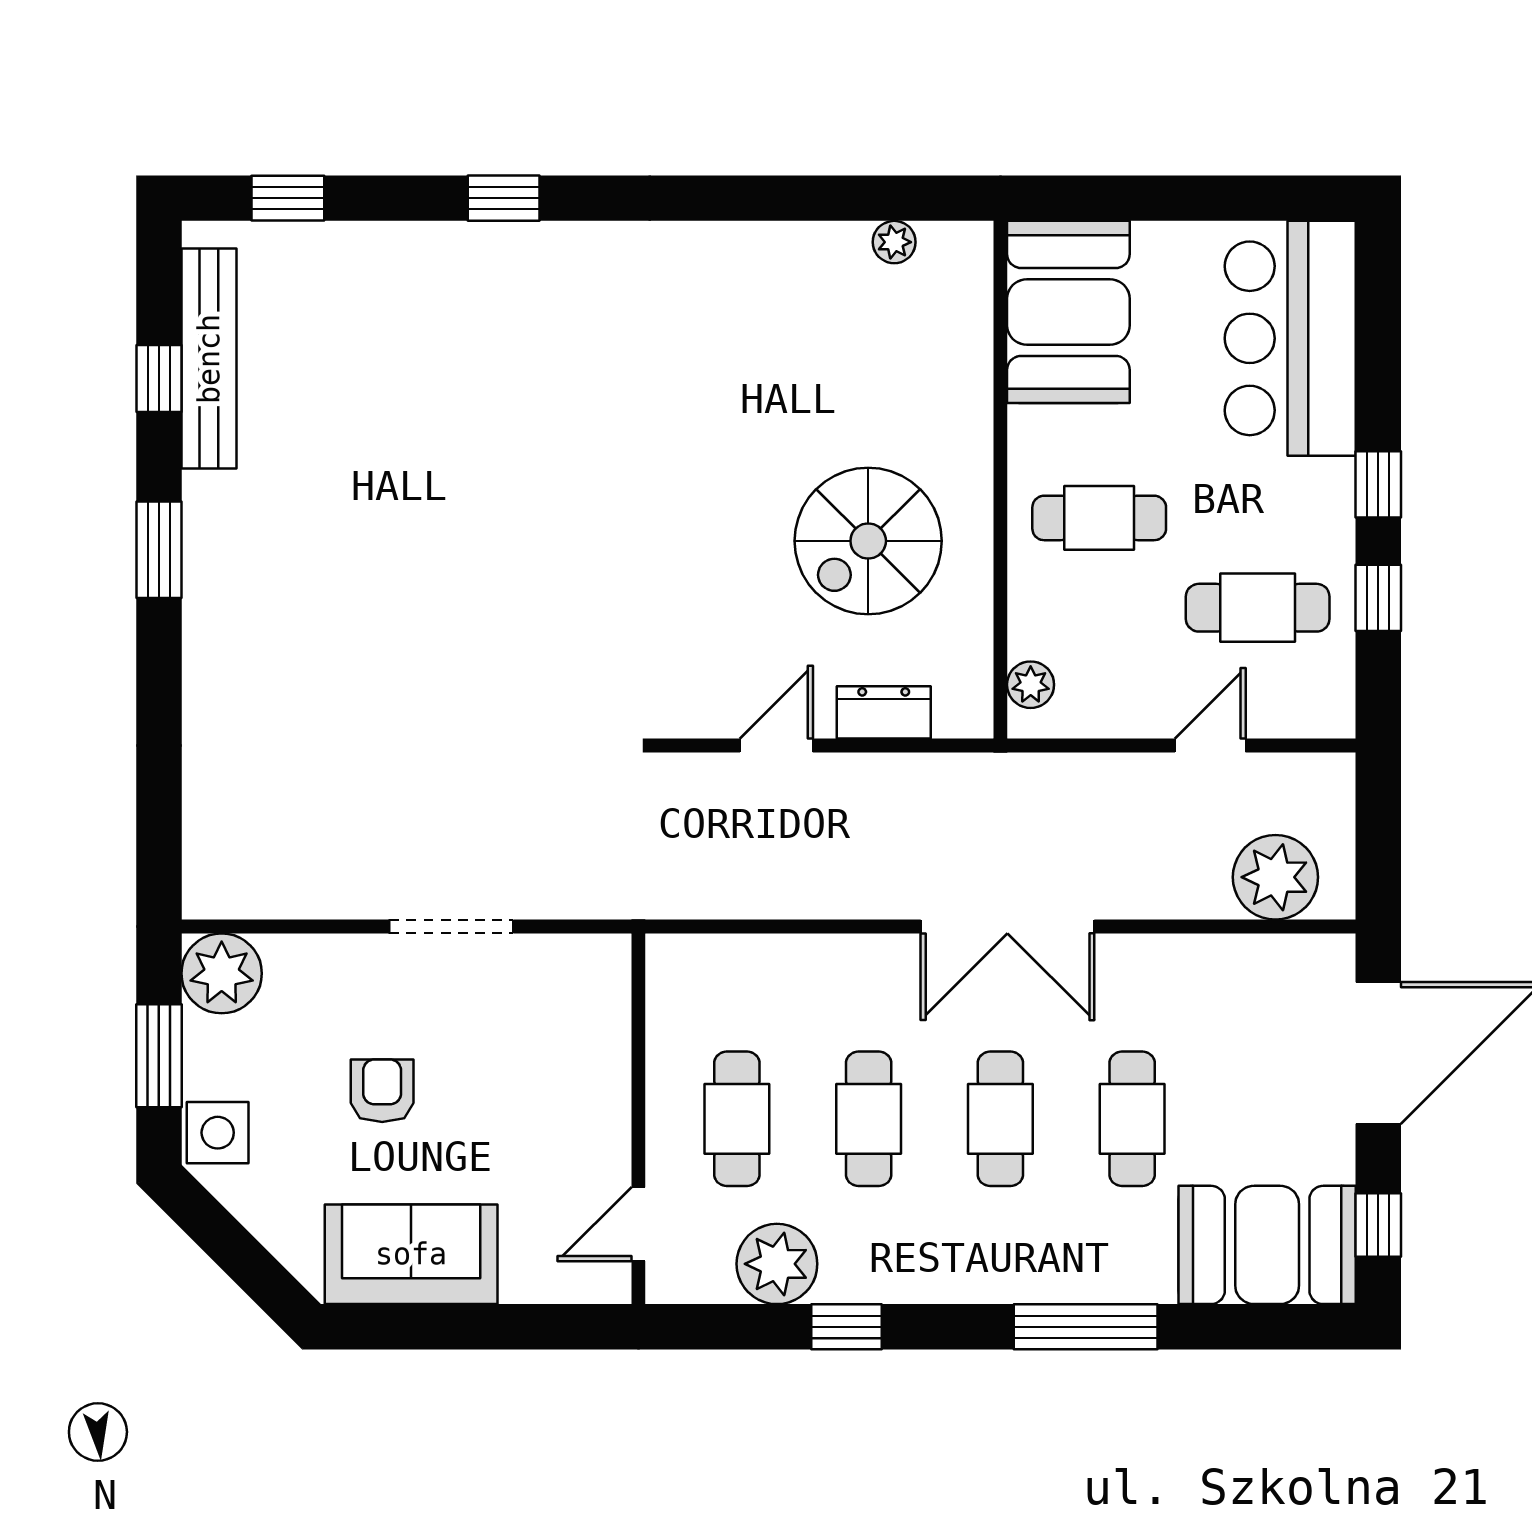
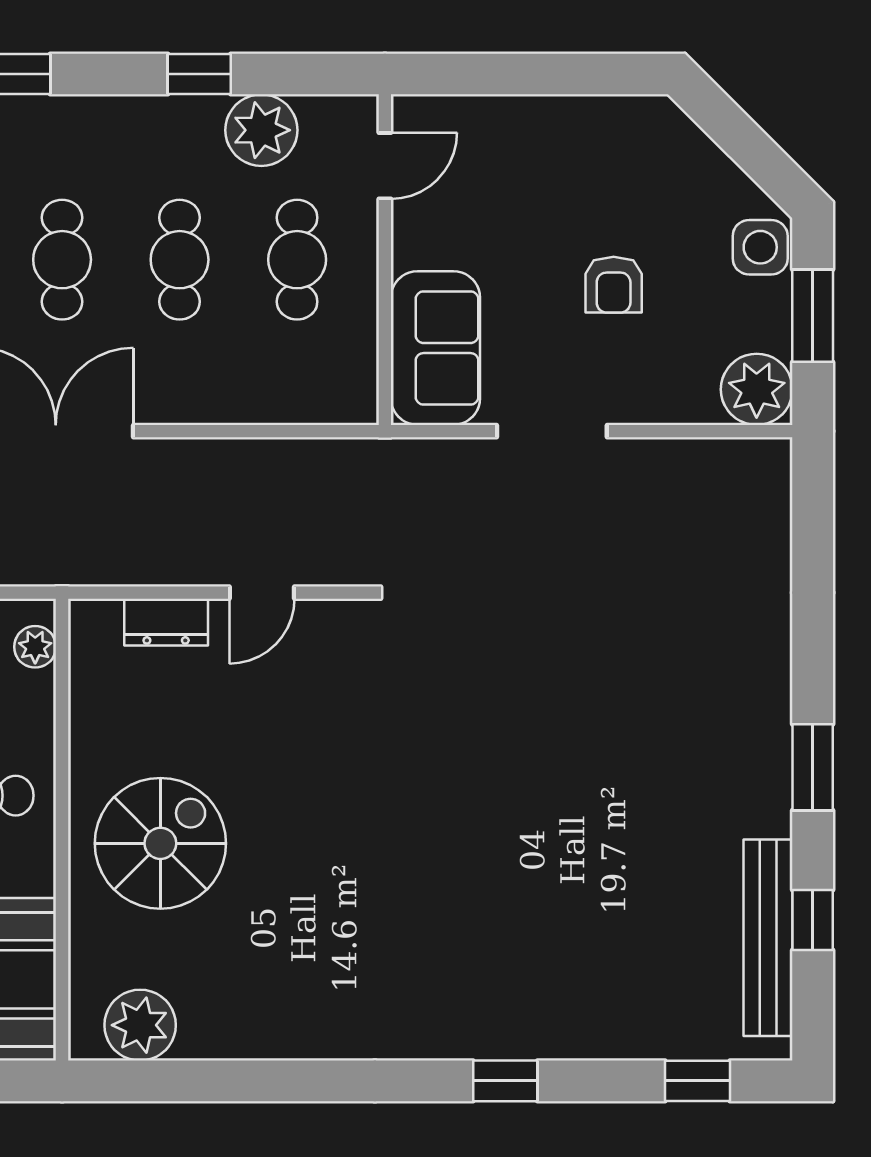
plant: (894, 242) -> (140, 1025), width x1.88, depth x1.88
spiral stairs: (868, 541) -> (160, 843), moved
sofa: (411, 1254) -> (435, 348), moved, turned -90

